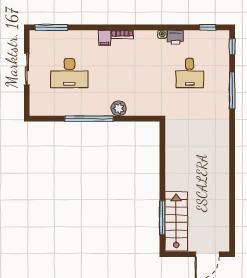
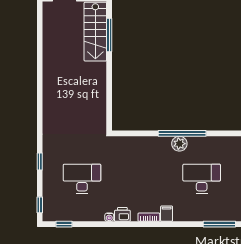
printer: (175, 37) -> (122, 214), moved
desk: (190, 73) -> (82, 179), width x1.37
window: (232, 90) -> (40, 162), width x0.46
plant: (119, 108) -> (179, 144), moved

